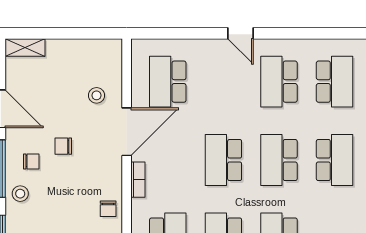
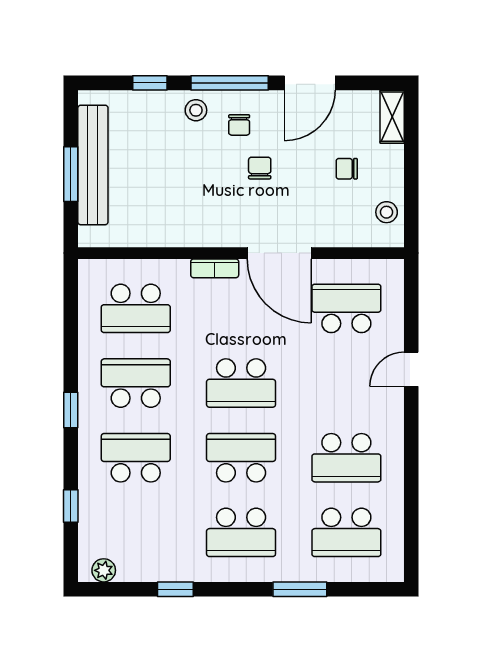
door: (241, 33) -> (411, 369), moved
school desk: (279, 82) -> (346, 458), turned 180
stool: (97, 95) -> (387, 212), moved
school desk: (223, 160) -> (241, 383), turned 180
chair: (108, 209) -> (347, 169), moved

